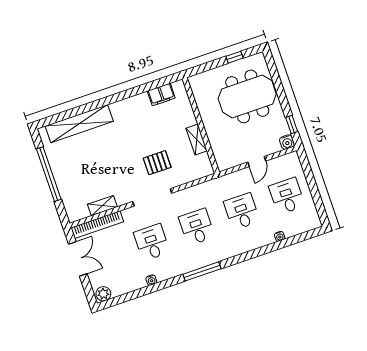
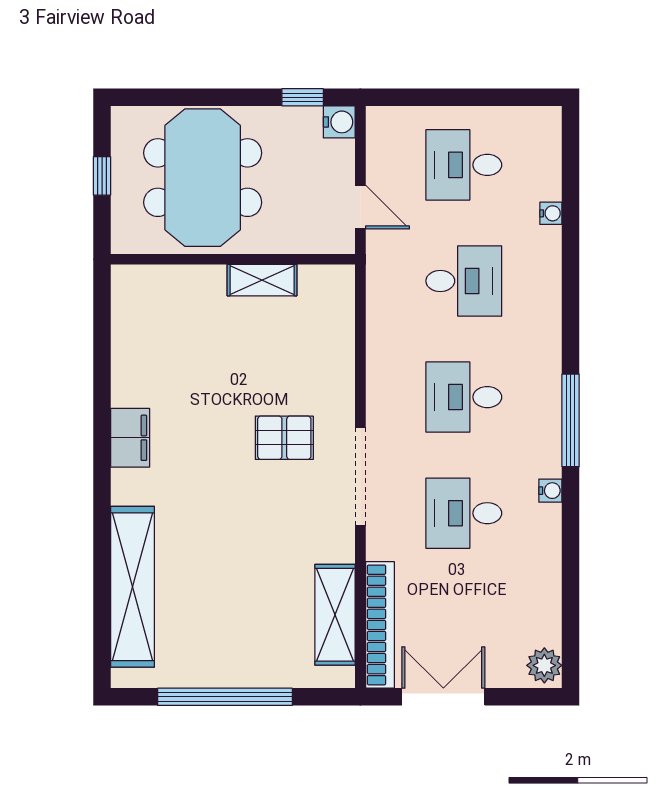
filing cabinet: (161, 94) -> (130, 438), moved
wall: (201, 125) -> (233, 259), moved
shelving: (197, 140) -> (262, 280), moved
pallet: (157, 163) -> (284, 438), turned 90
shelving: (102, 206) -> (335, 615), width x1.50, depth x1.33
desk: (242, 211) -> (464, 281), turned 180
water cooler: (151, 280) -> (550, 491), moved

